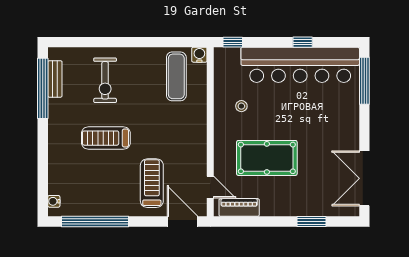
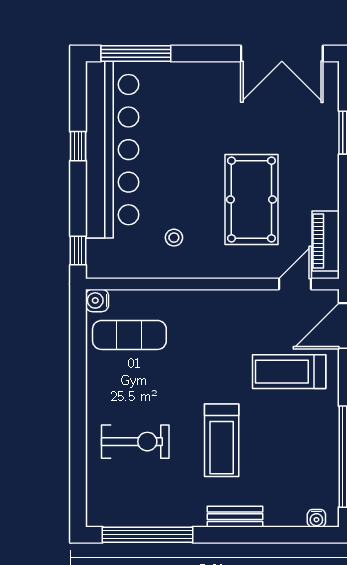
bench: (55, 79) -> (235, 517), moved

